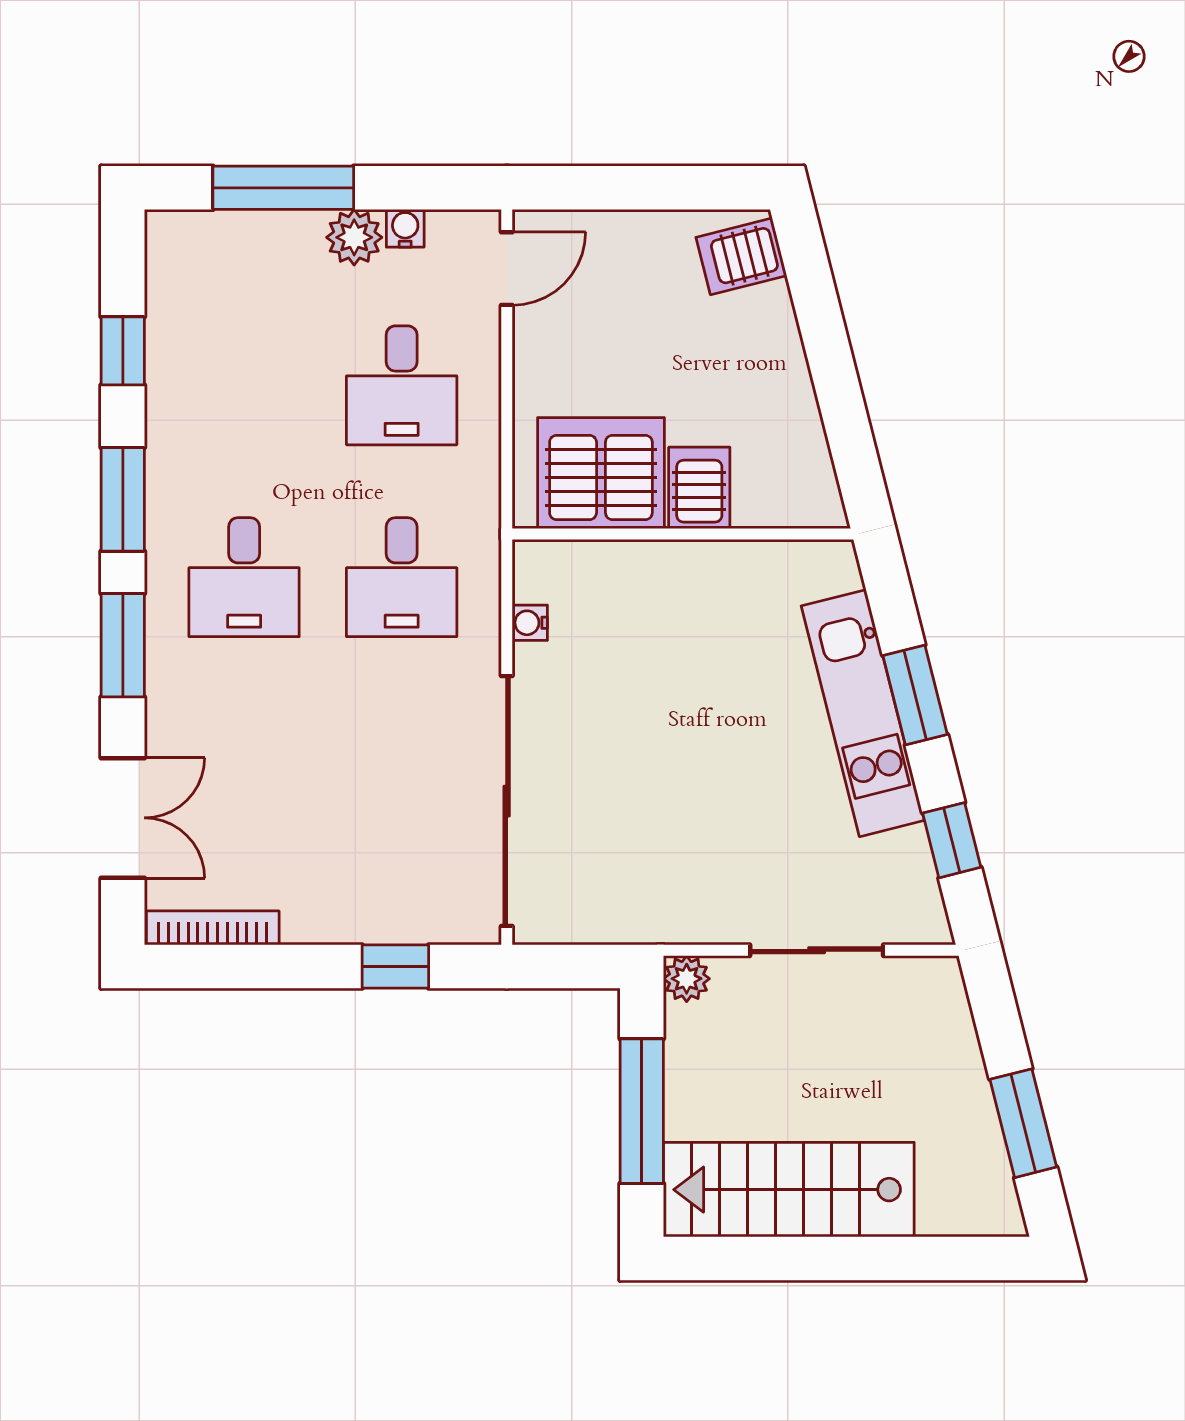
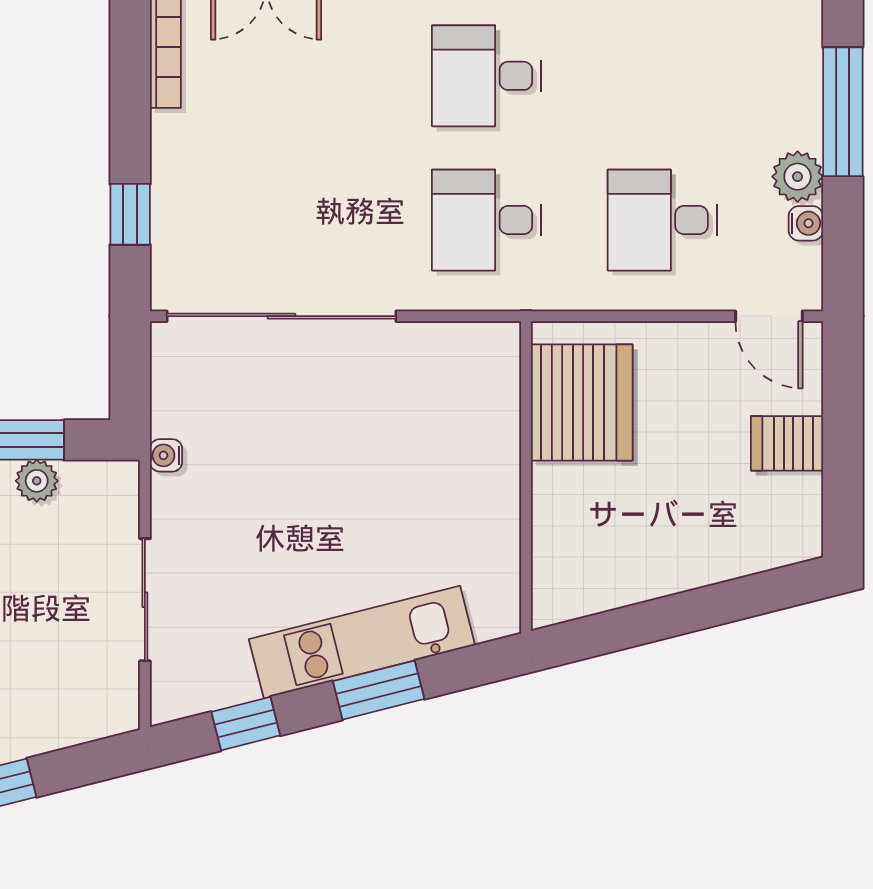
server rack: (741, 256) -> (787, 443), moved, turned -76
server rack: (699, 488) -> (568, 493), removed
water cooler: (530, 623) -> (166, 455), moved, turned -90
plant: (687, 979) -> (37, 481), moved

